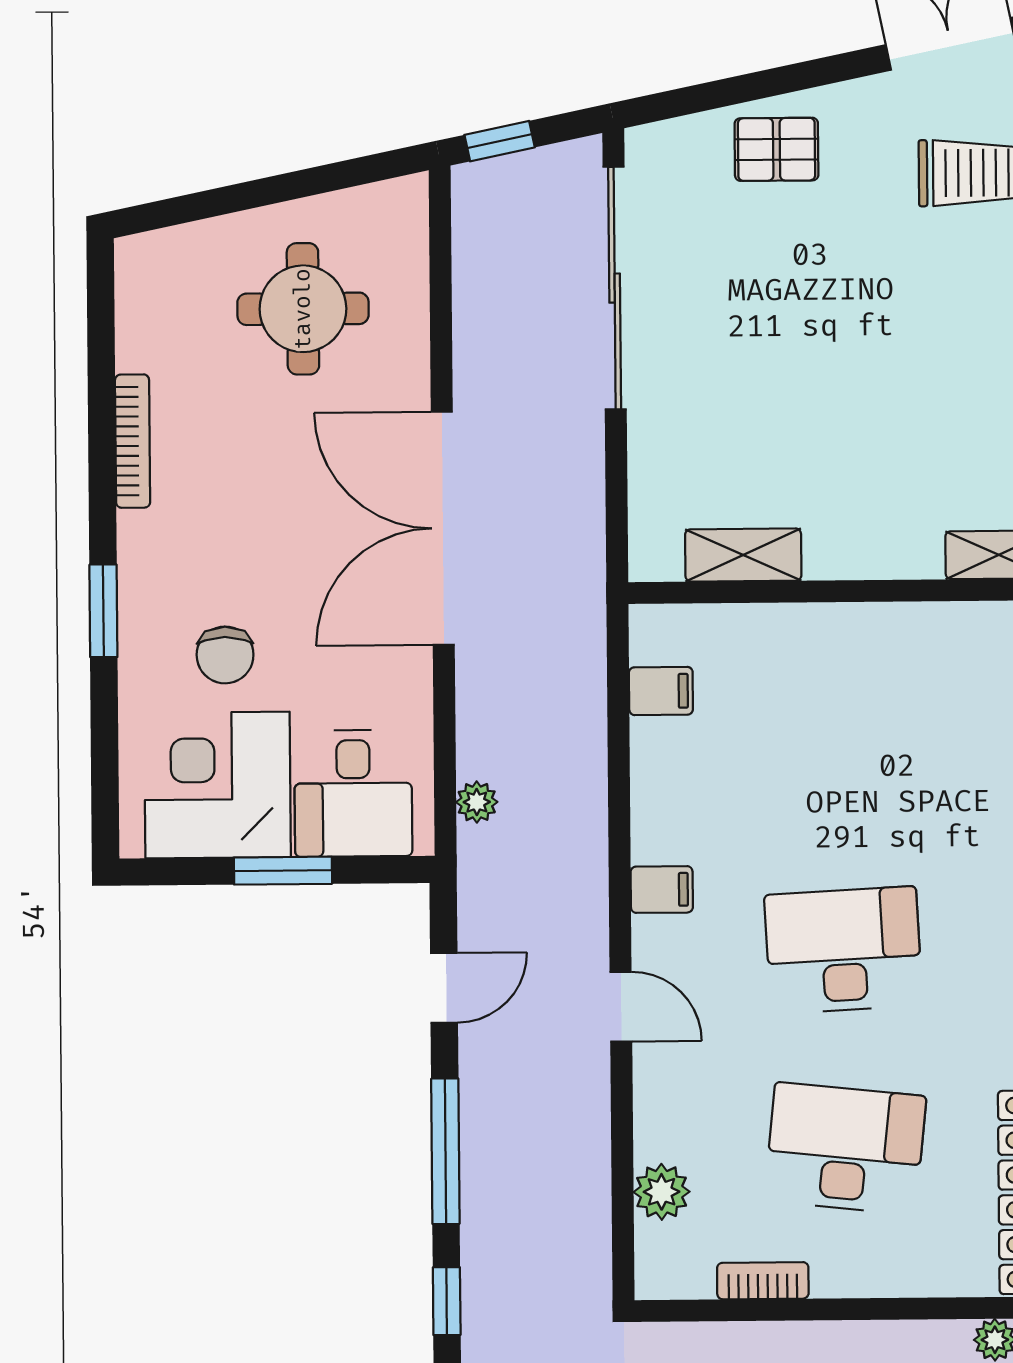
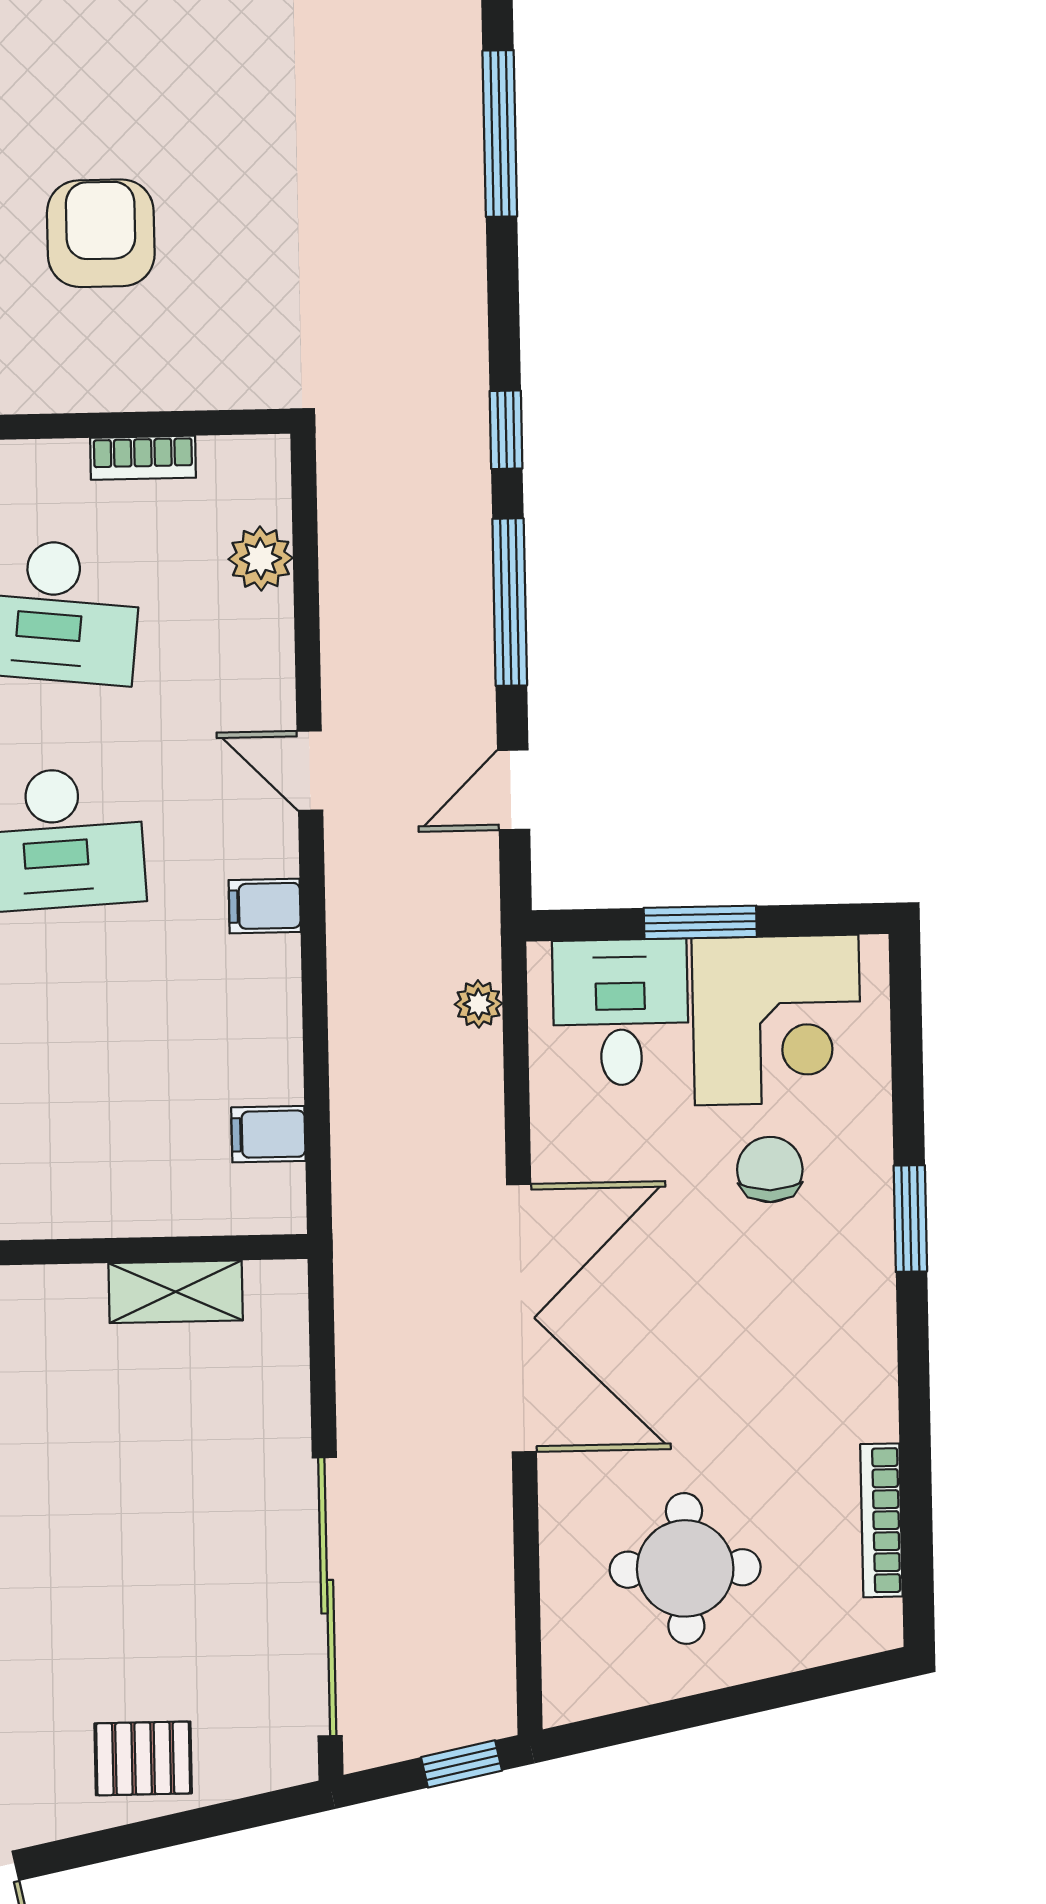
bookcase: (133, 441) -> (881, 1520), moved

